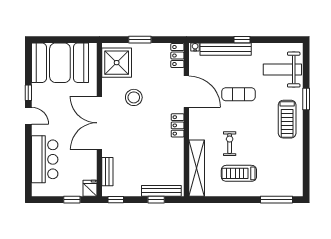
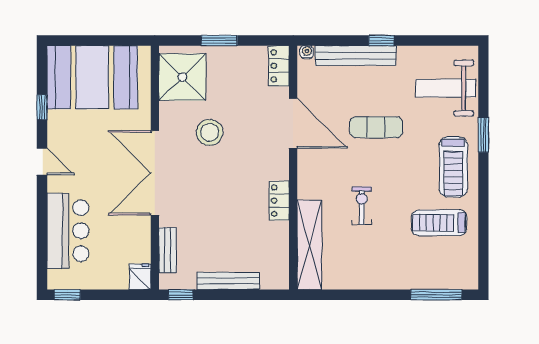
window: (28, 93) -> (42, 107), moved
locker: (178, 125) -> (279, 201), moved
treadmill: (239, 173) -> (439, 223), moved
bench: (161, 191) -> (228, 281), moved
window: (72, 200) -> (67, 295), moved
window: (156, 200) -> (245, 295), removed

